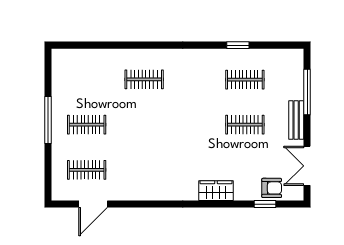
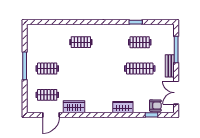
clothes rail: (245, 125) -> (140, 69), width x1.36
wardrobe: (132, 190) -> (74, 107), added

